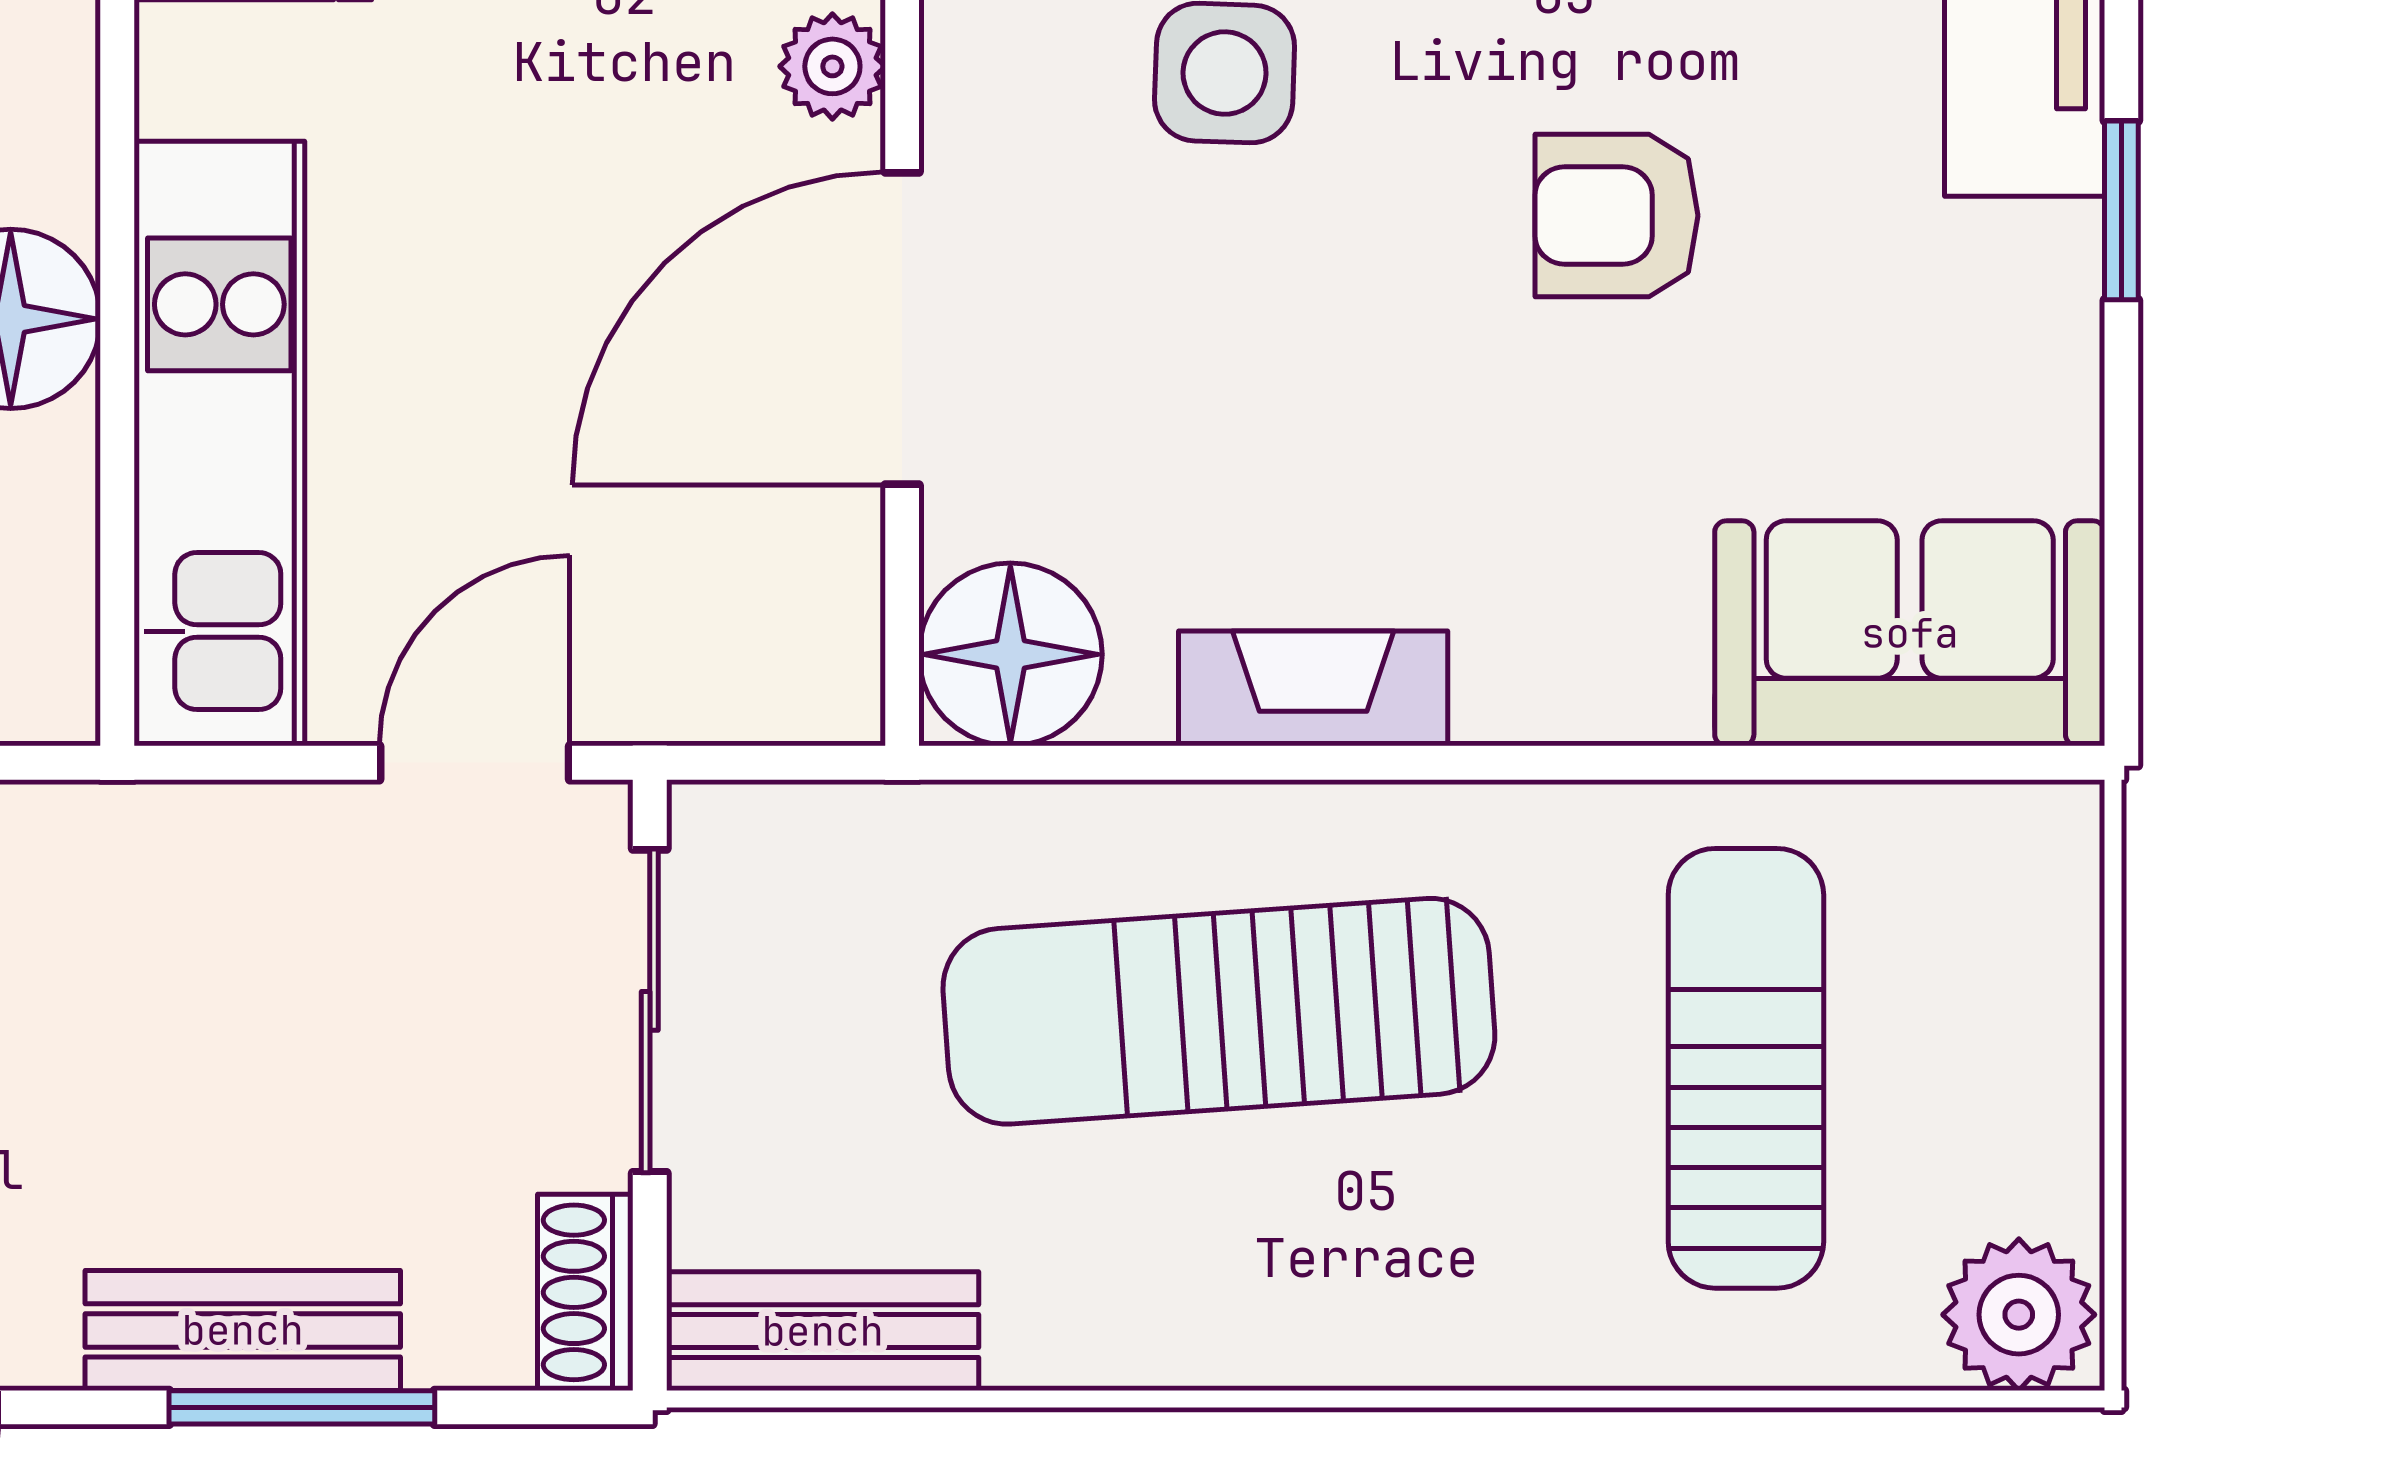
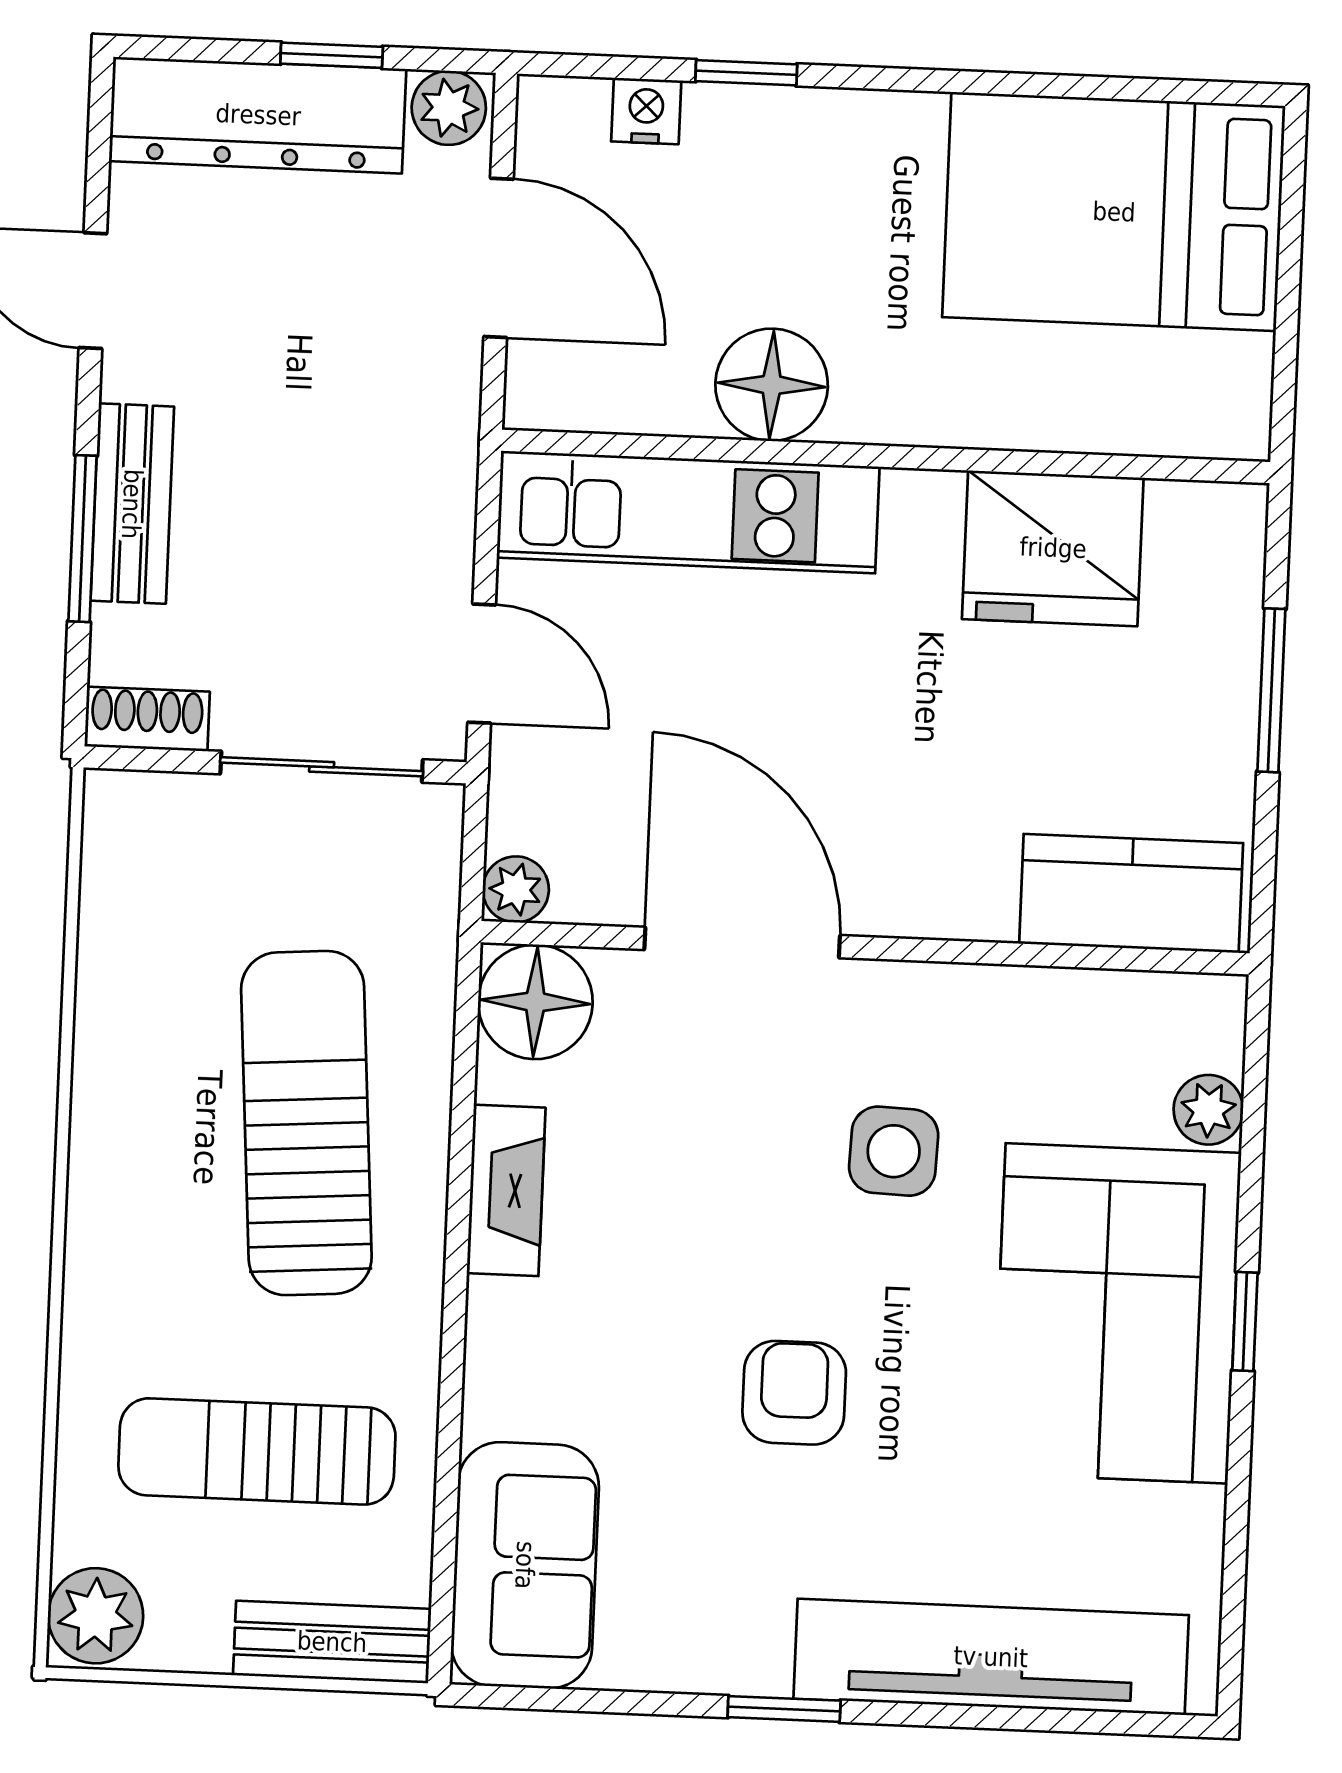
plant: (832, 66) -> (516, 889), moved
sun lounger: (1746, 1068) -> (257, 1451), turned 180
bench: (823, 1331) -> (332, 1642), moved, turned 90

